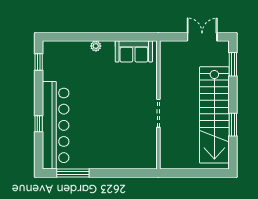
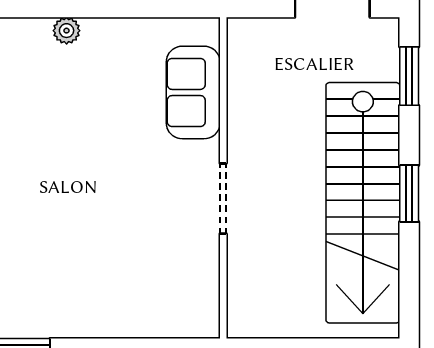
sofa: (134, 51) -> (193, 92), moved, turned 90
window: (233, 125) -> (409, 194), moved

